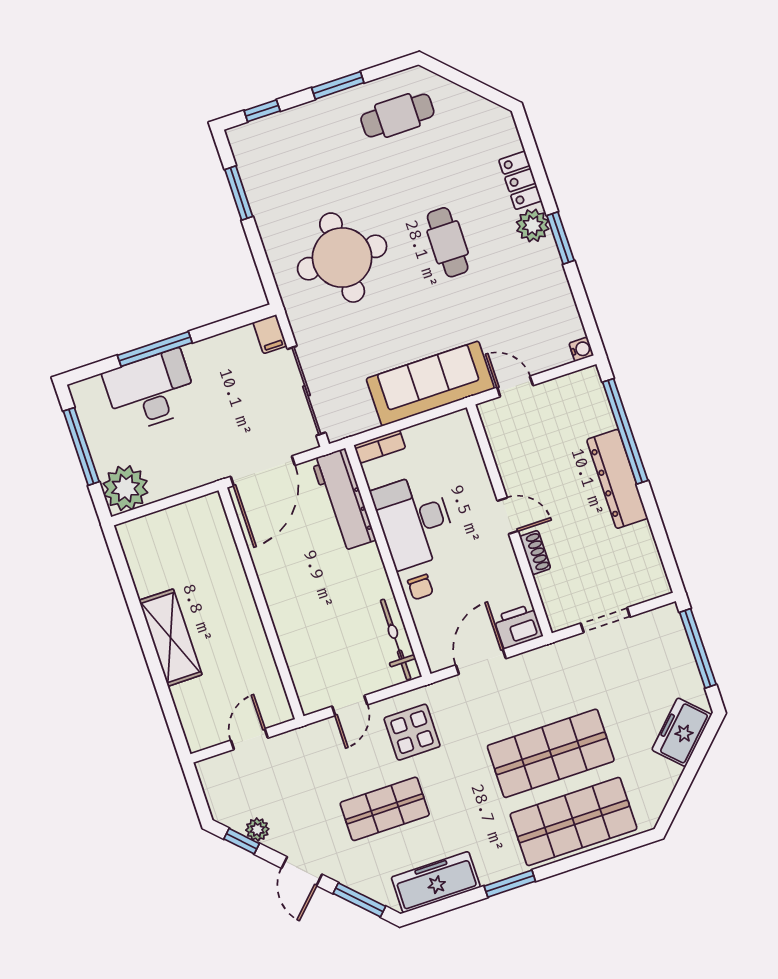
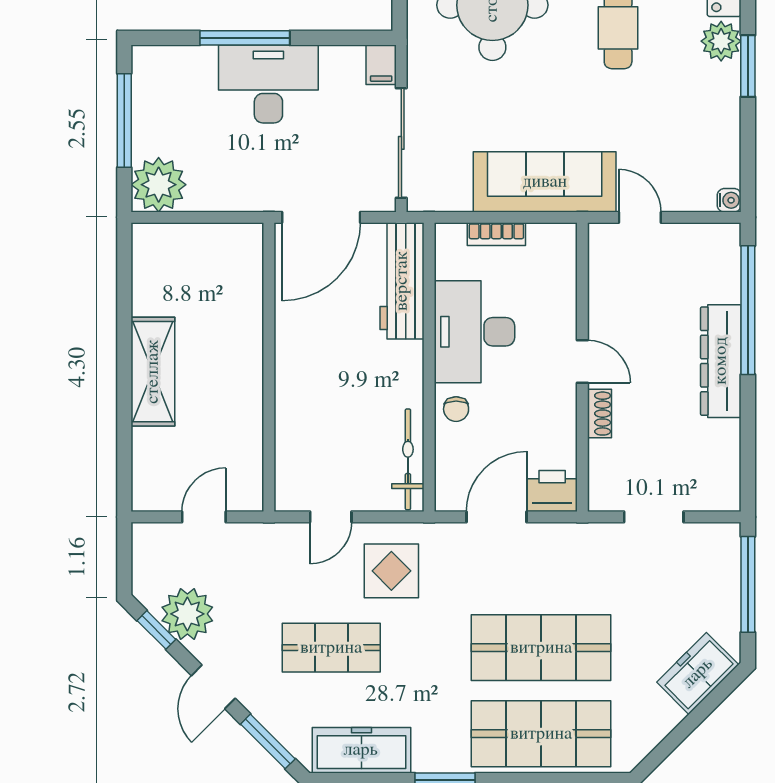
desk: (151, 391) -> (268, 84), moved
bookcase: (380, 447) -> (496, 234), moved
plant: (257, 829) -> (187, 614), width x1.87, depth x1.87

